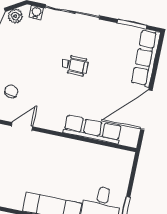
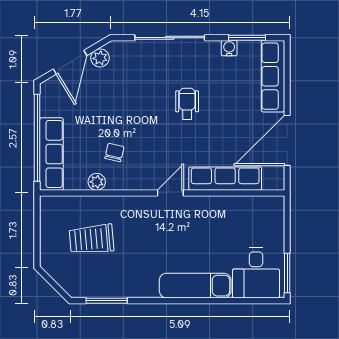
water cooler: (36, 13) -> (229, 48), moved
wheelchair: (75, 65) -> (187, 104), turned -90
door: (22, 126) -> (170, 193), moved

